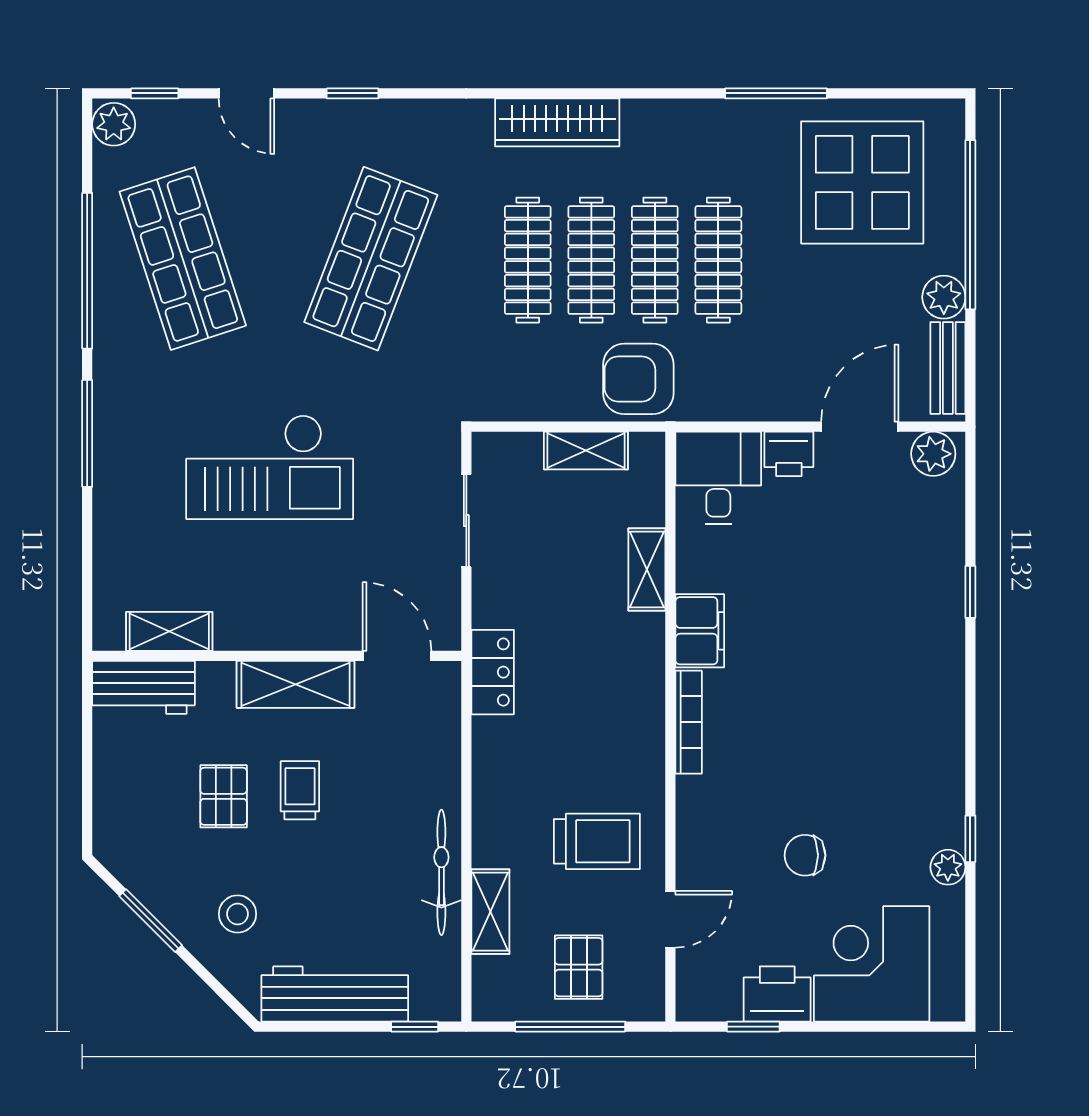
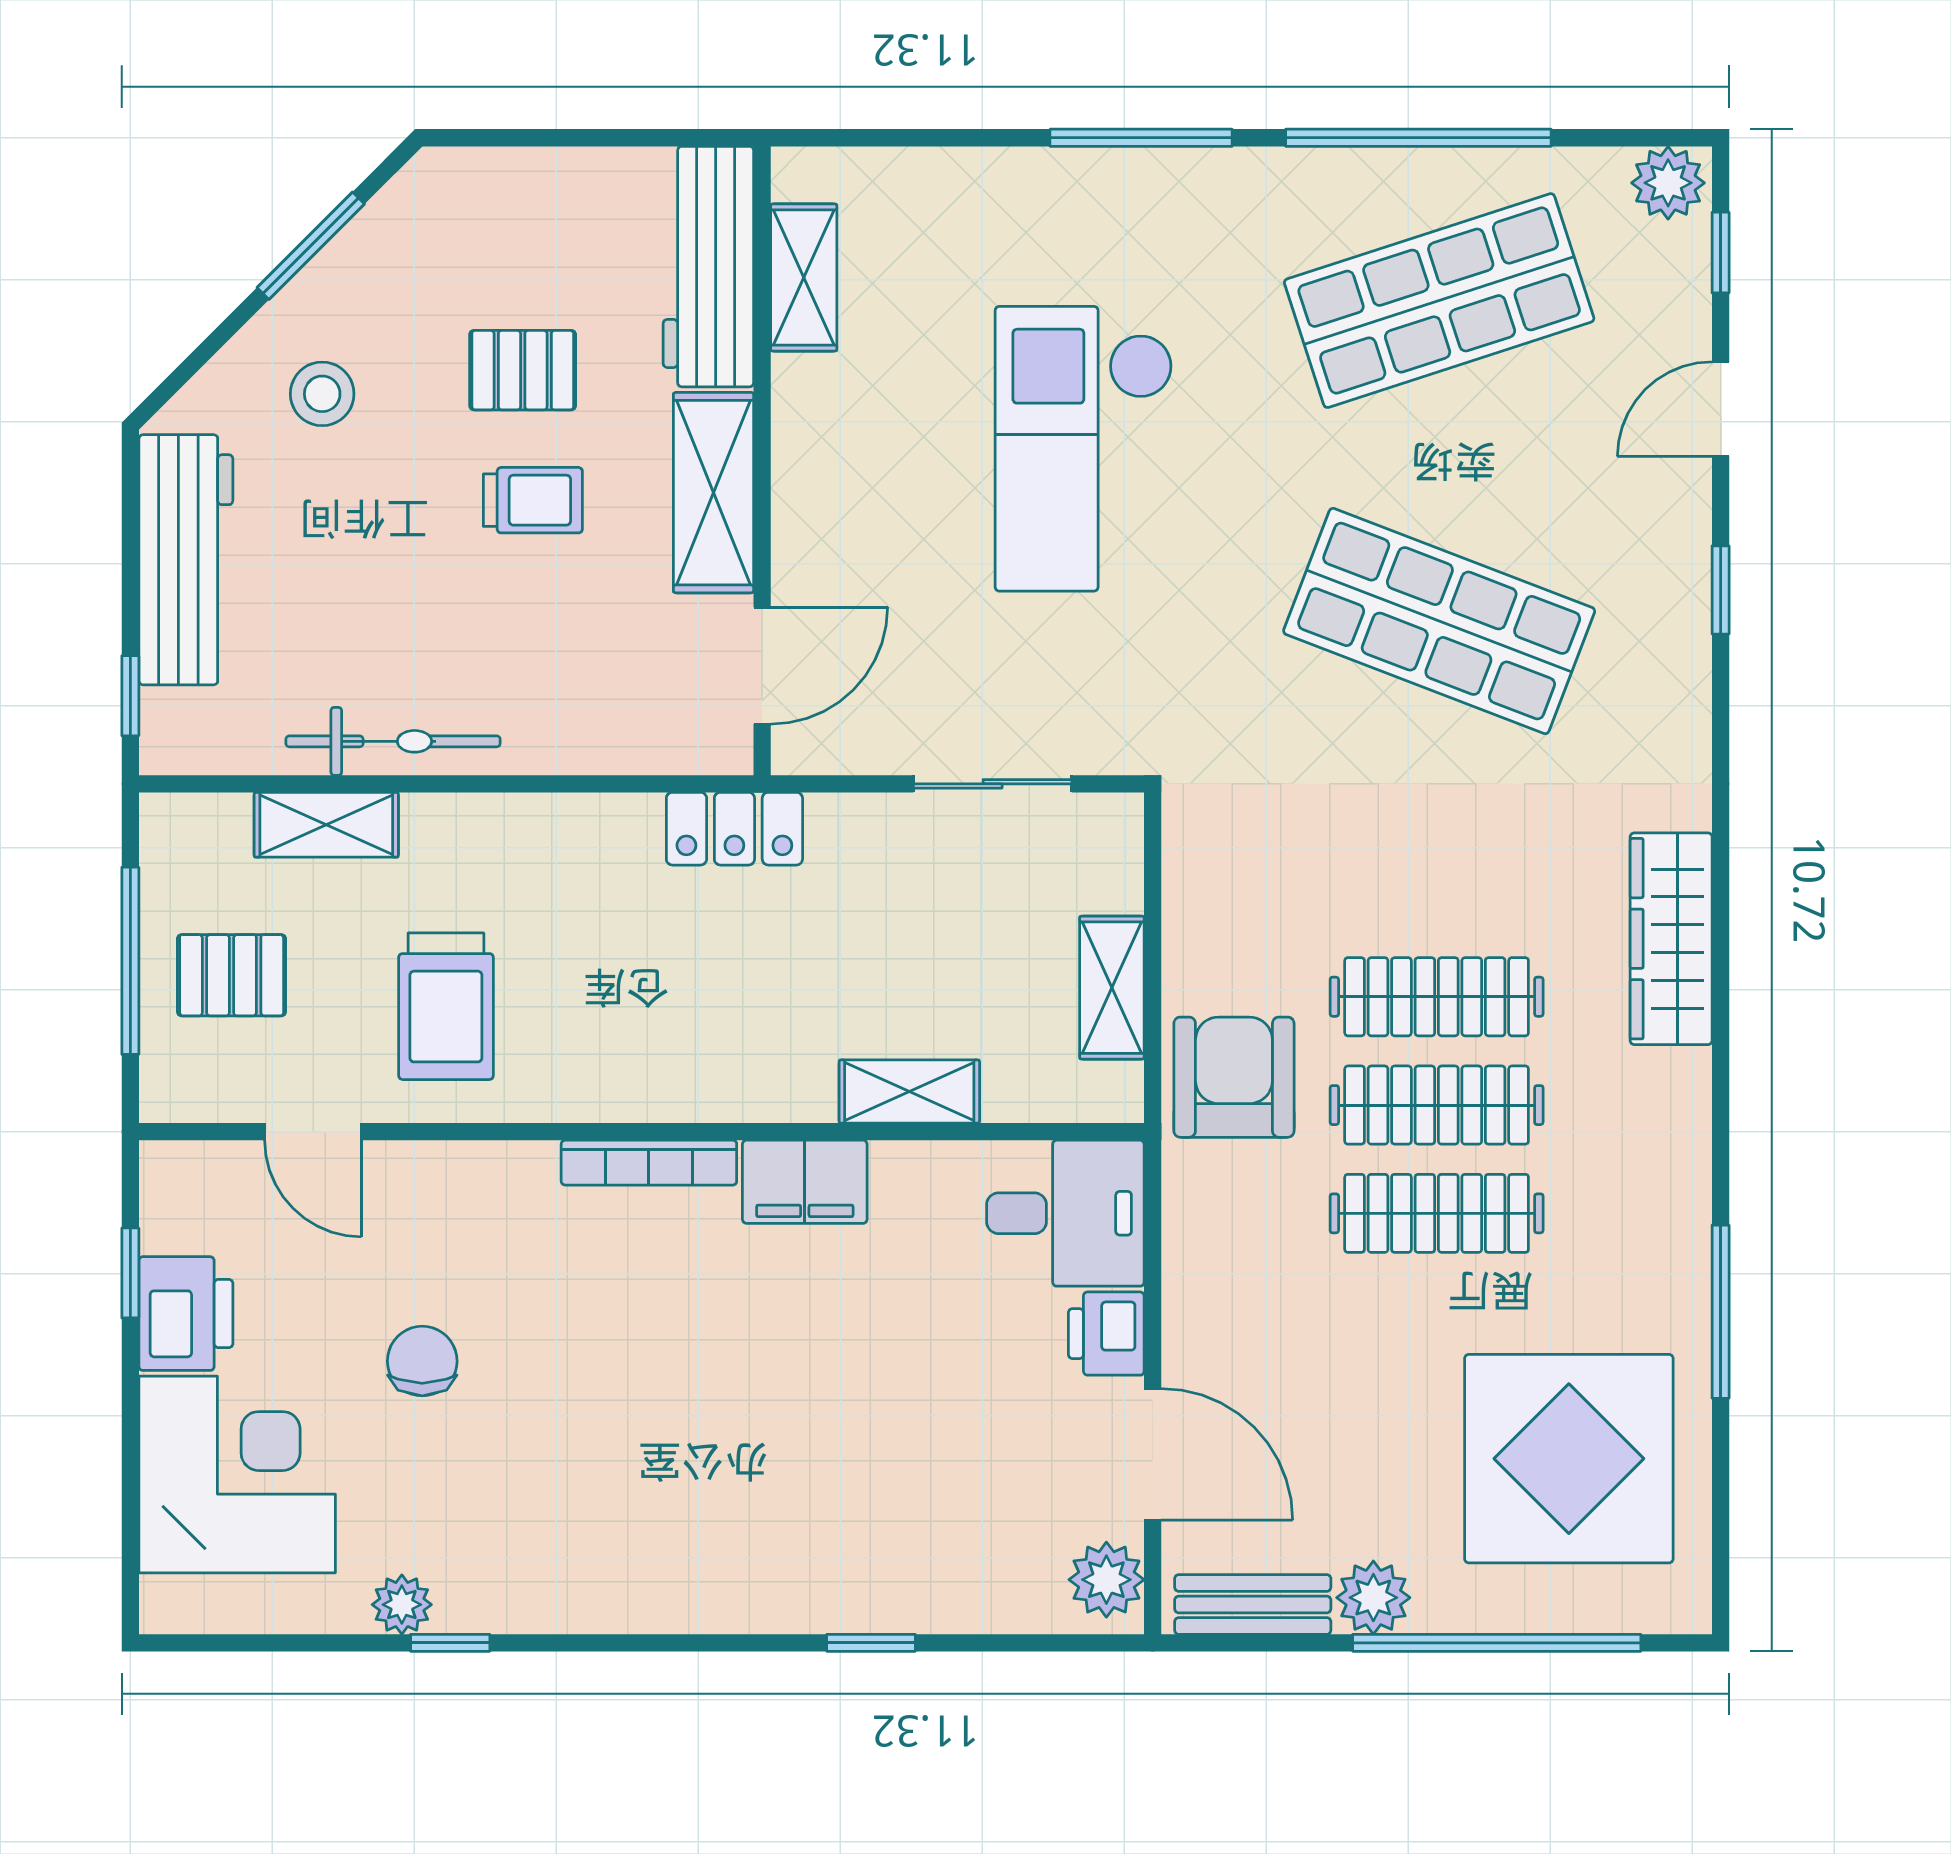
clothes rail: (528, 260) -> (1437, 888), removed
workbench: (144, 687) -> (708, 267), width x1.38

